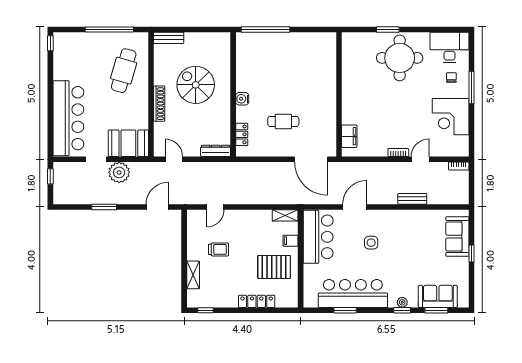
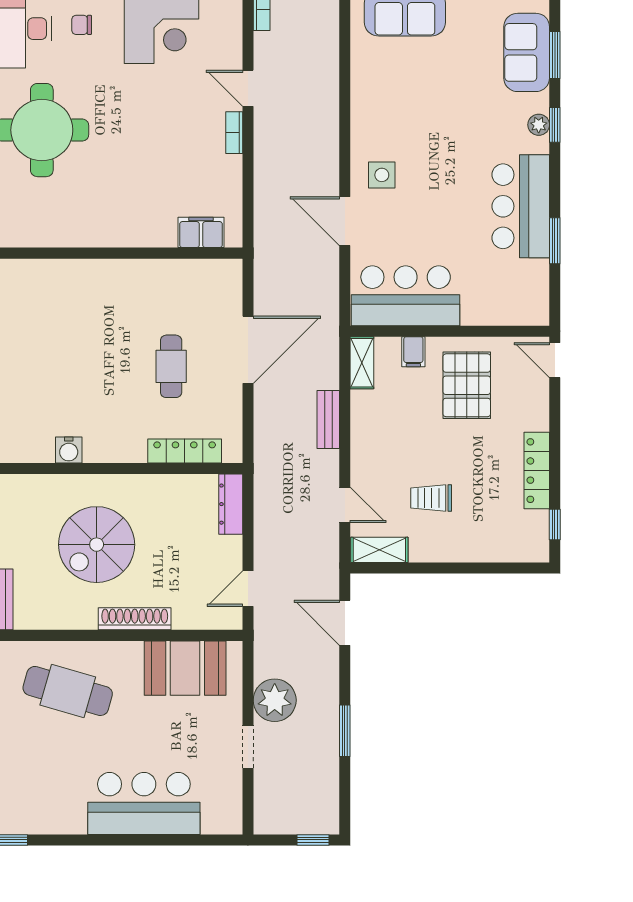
water cooler: (242, 99) -> (69, 450), moved
bar counter: (68, 118) -> (144, 803), width x0.73
locker: (242, 134) -> (185, 451), width x1.53
booth: (128, 143) -> (185, 668), moved, turned 90
door: (311, 159) -> (248, 350), moved
window: (50, 176) -> (313, 840), moved
bench: (412, 199) -> (328, 419), moved
side table: (371, 243) -> (382, 175), moved
trolley: (219, 249) -> (431, 498), turned -90
shelving: (193, 275) -> (379, 550), moved
bar counter: (353, 294) -> (521, 206), width x0.73
locker: (257, 301) -> (537, 471), moved
door: (286, 310) -> (555, 360), added

